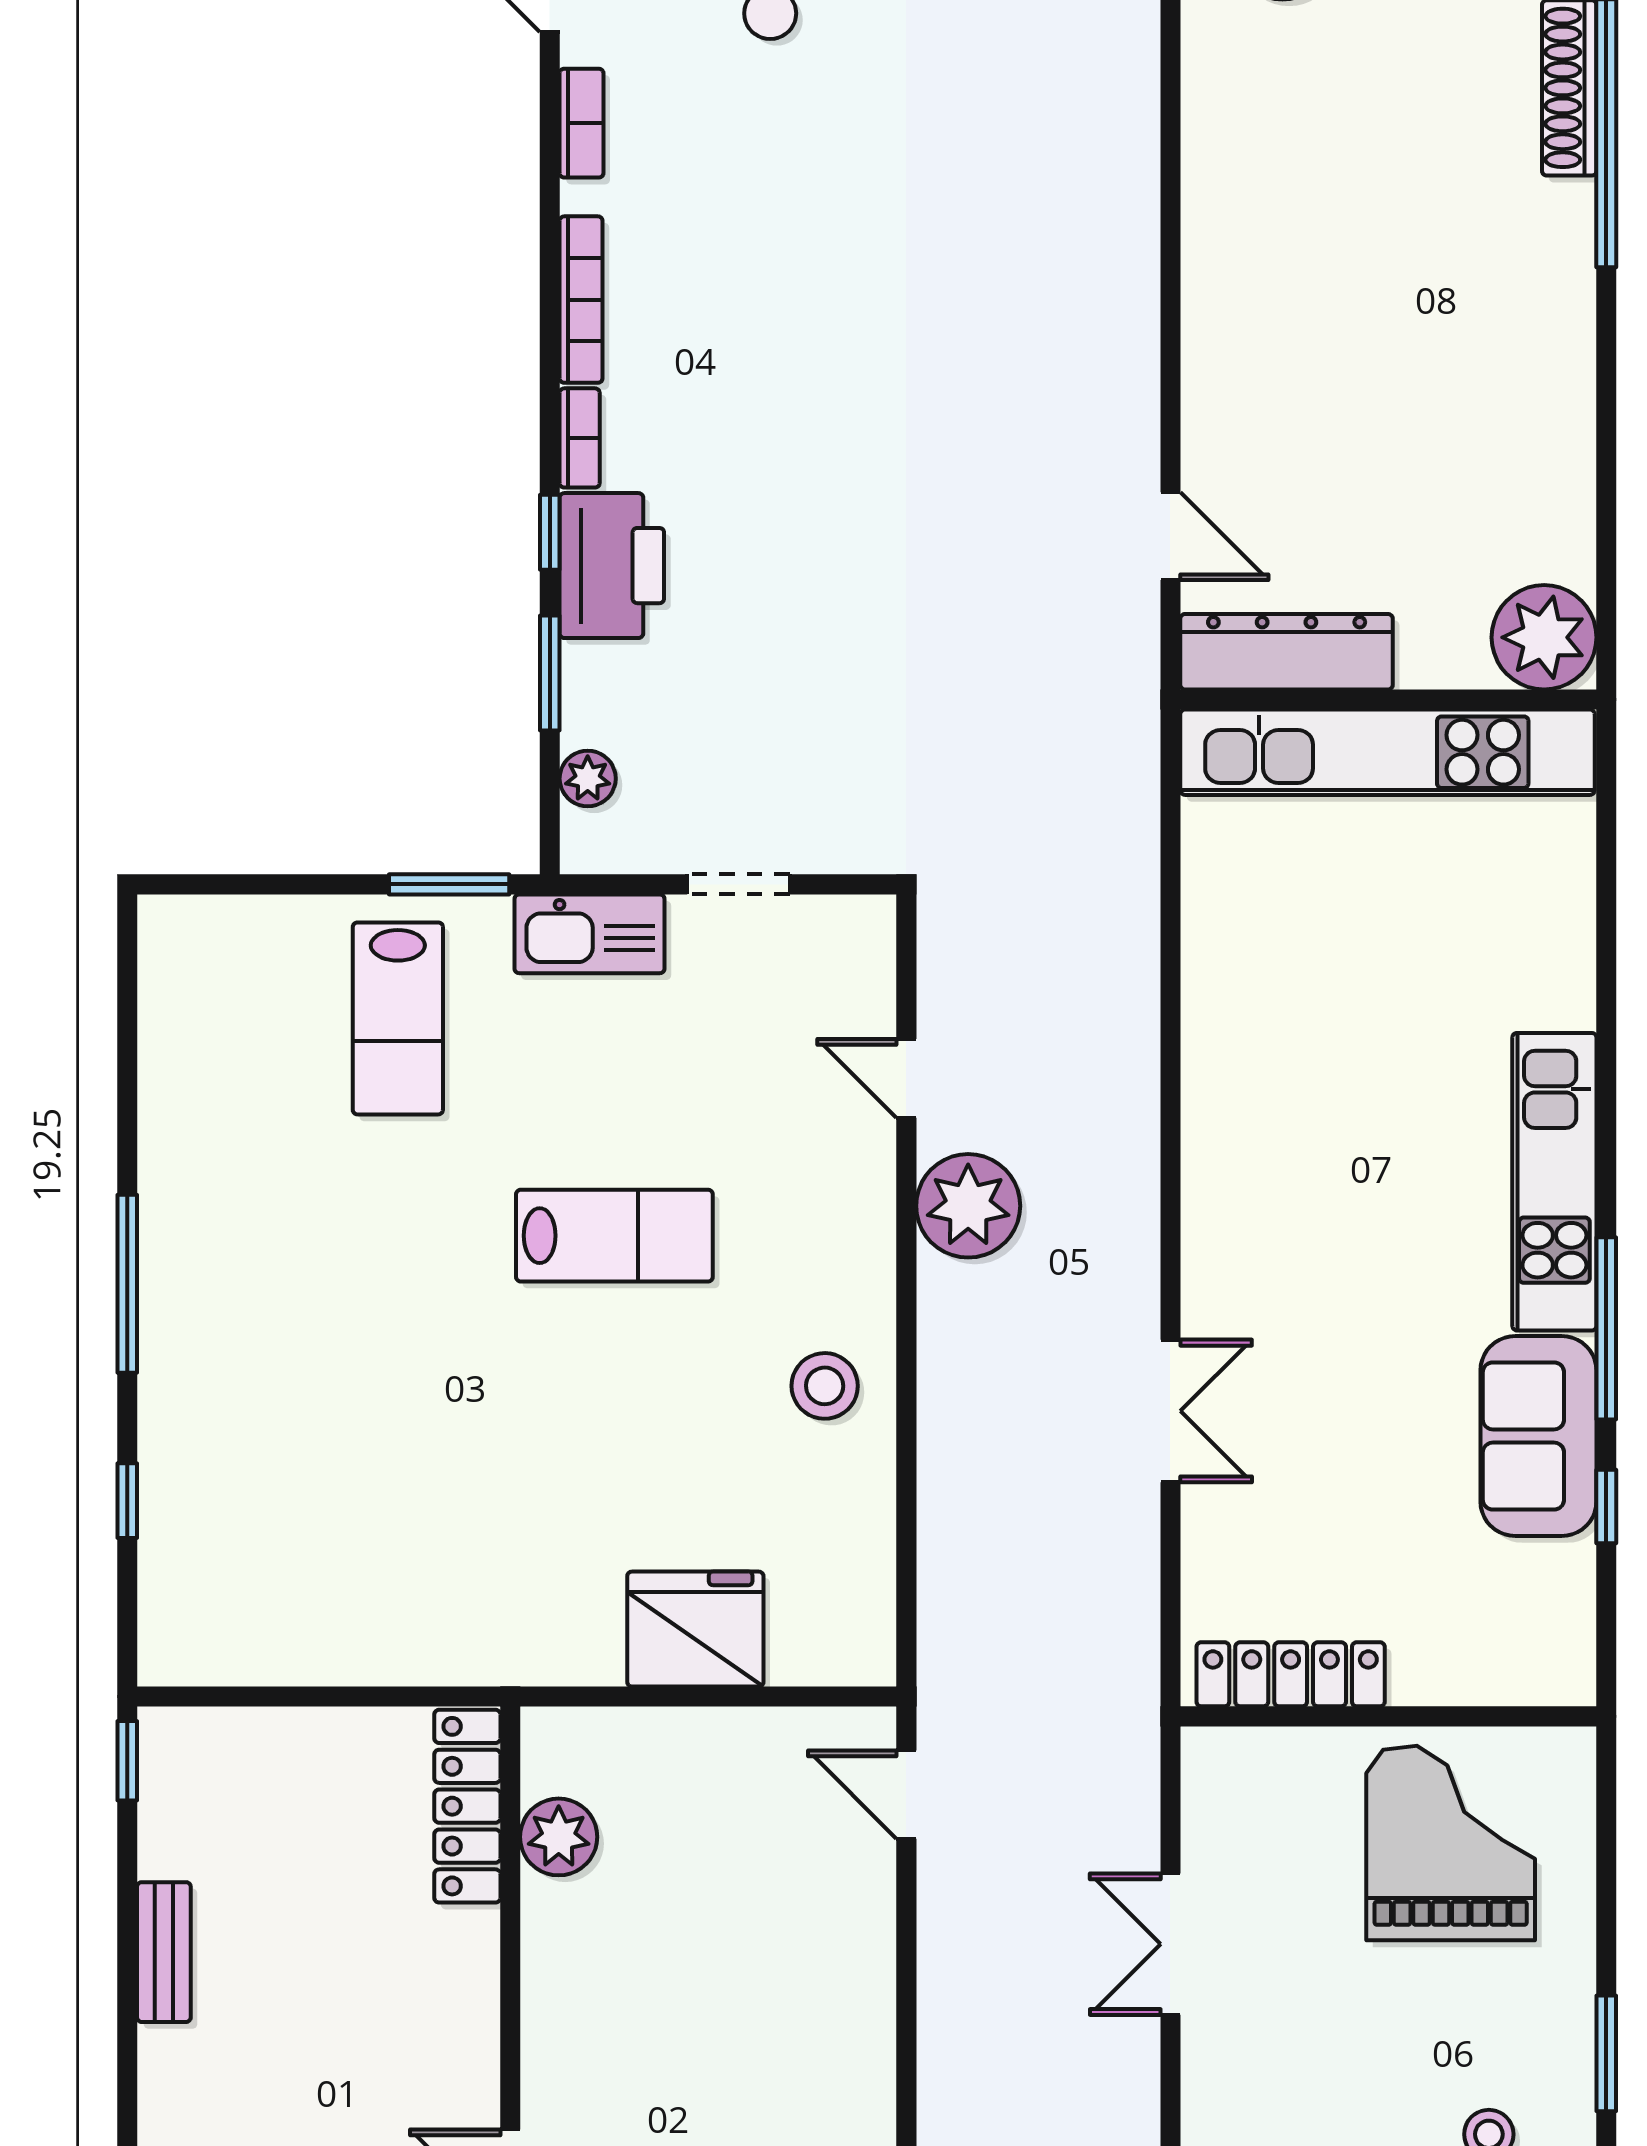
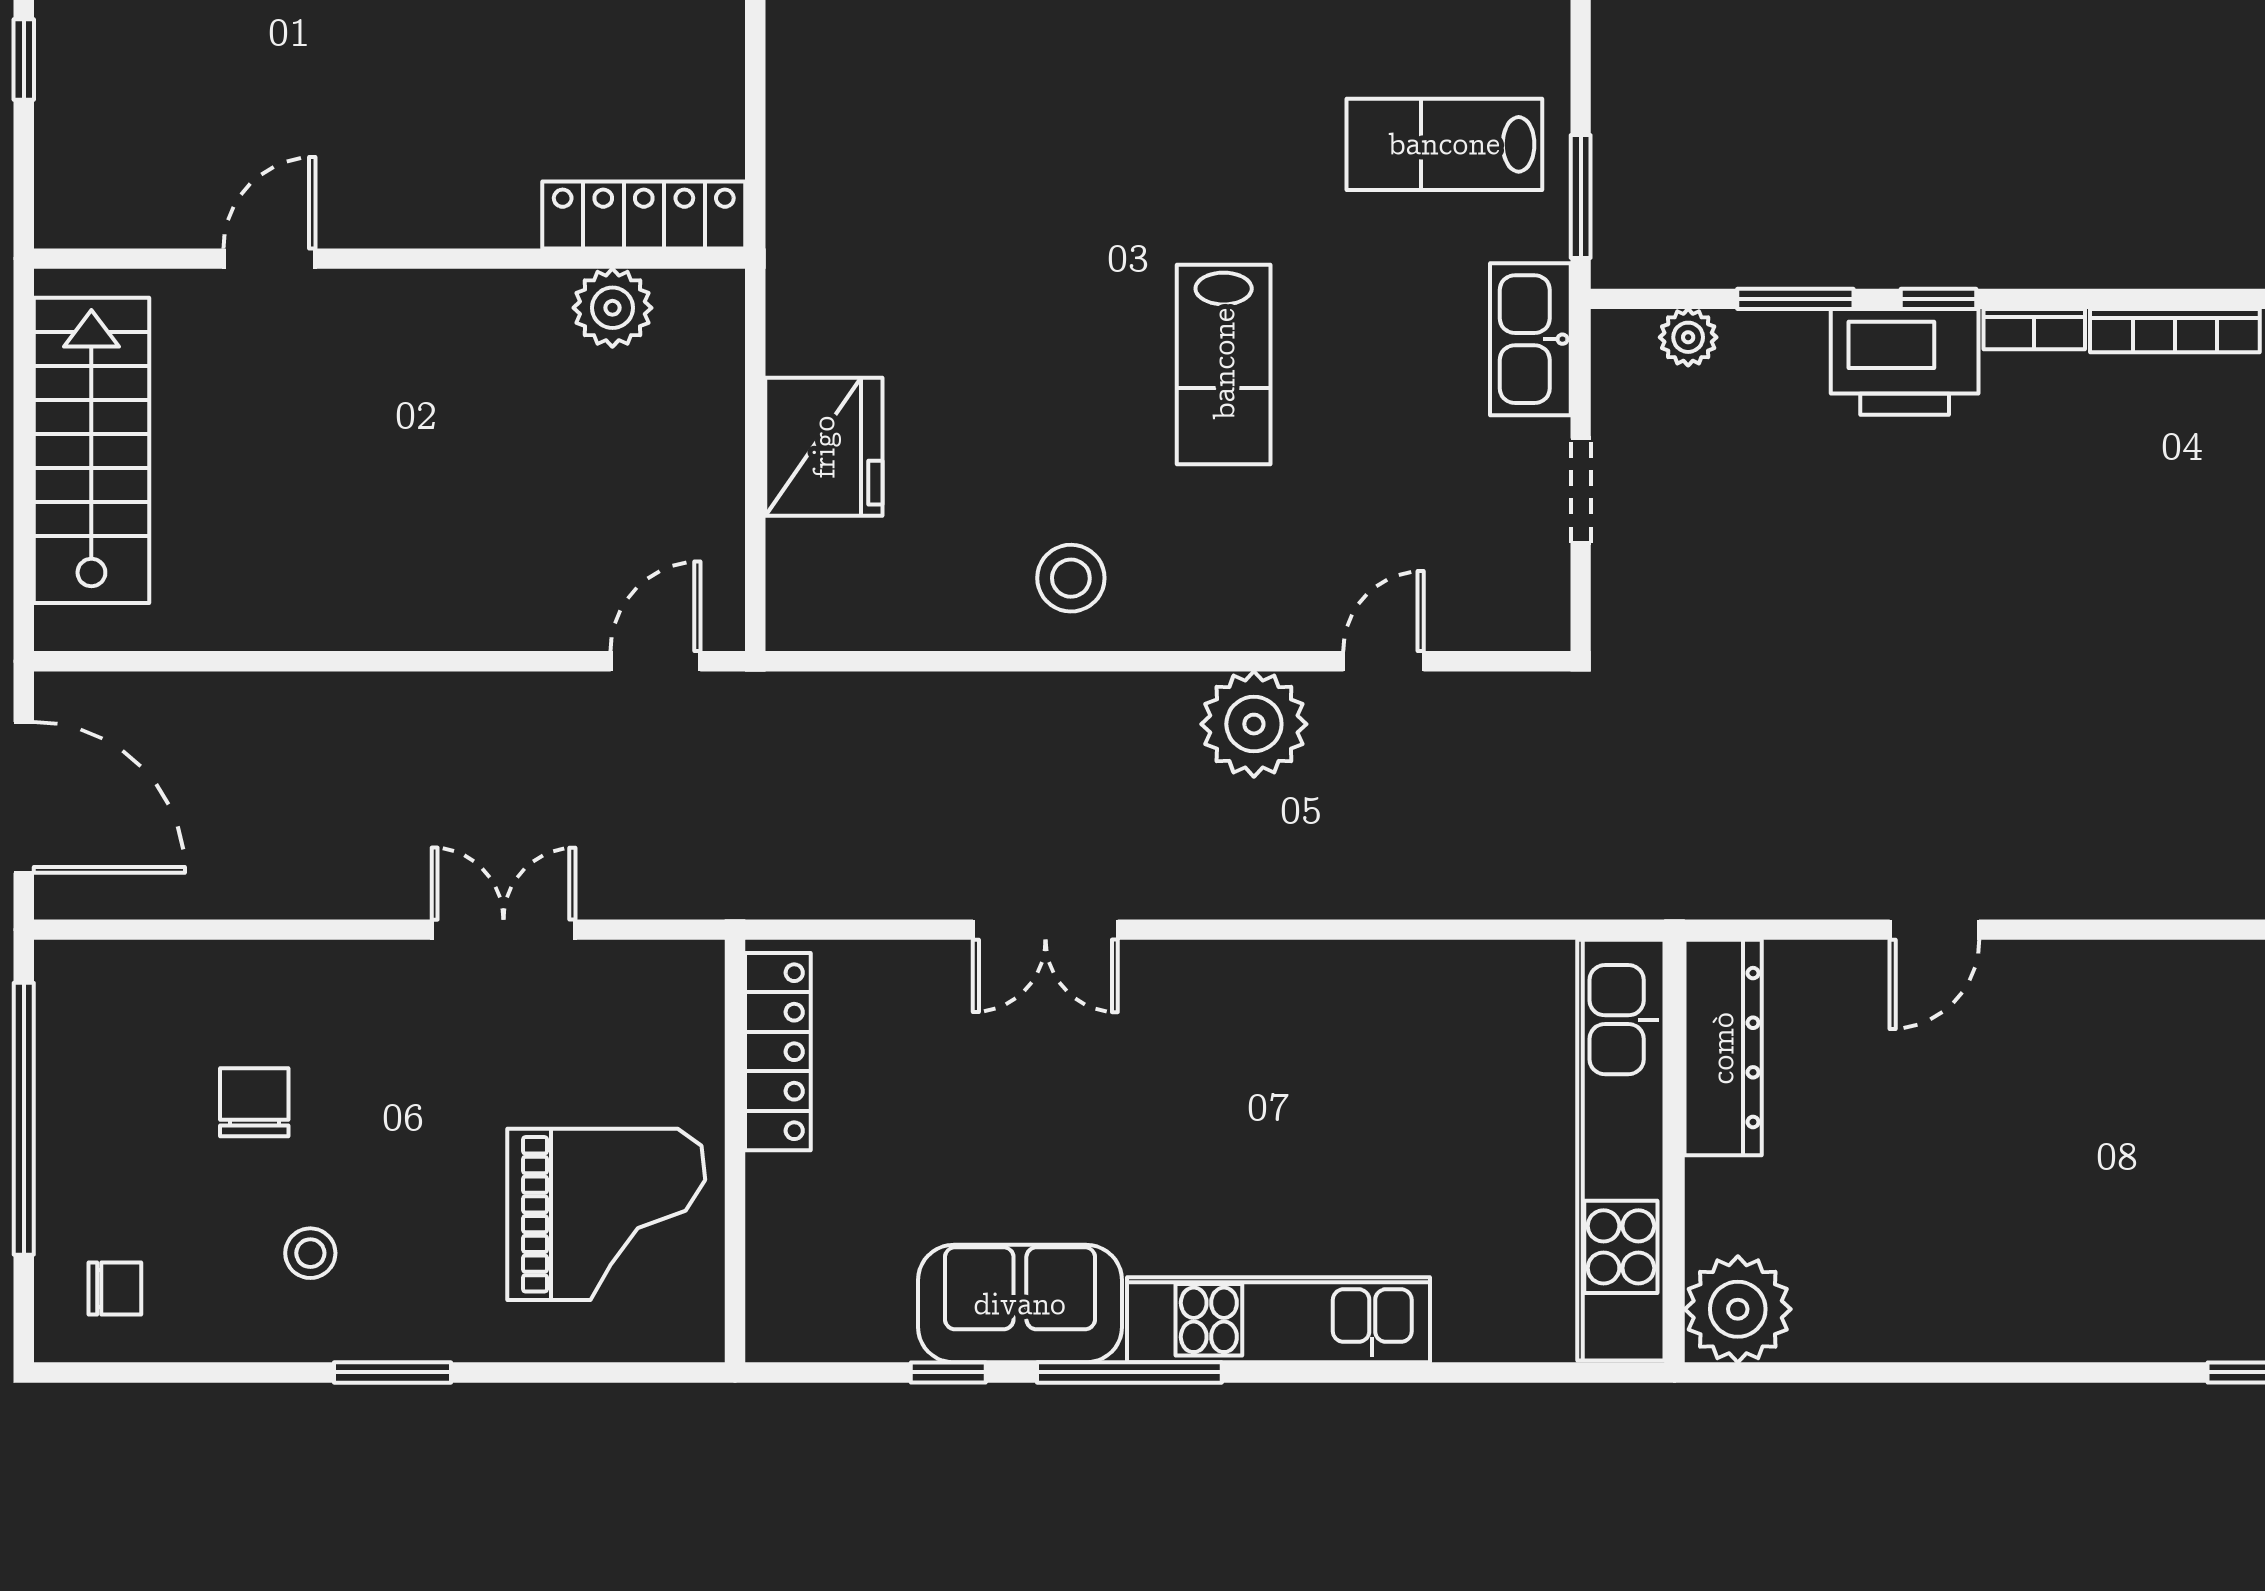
plant: (1544, 637) -> (1738, 1309), moved
dresser: (1287, 652) -> (1723, 1048), moved
wall: (1388, 700) -> (1675, 1151), moved
kitchen unit: (1387, 752) -> (1621, 1150), moved

